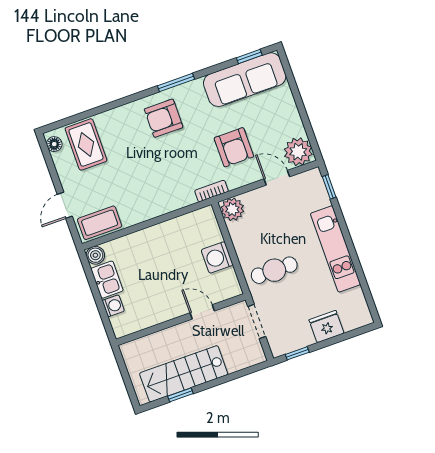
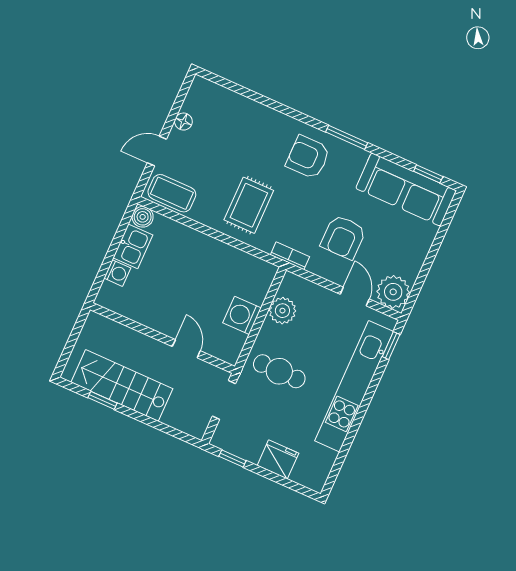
floor lamp: (54, 144) -> (183, 122), moved
rug: (86, 144) -> (249, 205), moved
plant: (232, 209) -> (282, 311), moved
kitchen unit: (335, 249) -> (354, 386), width x1.36

